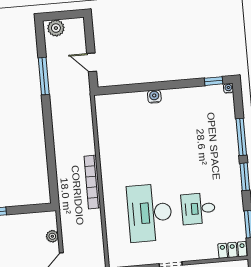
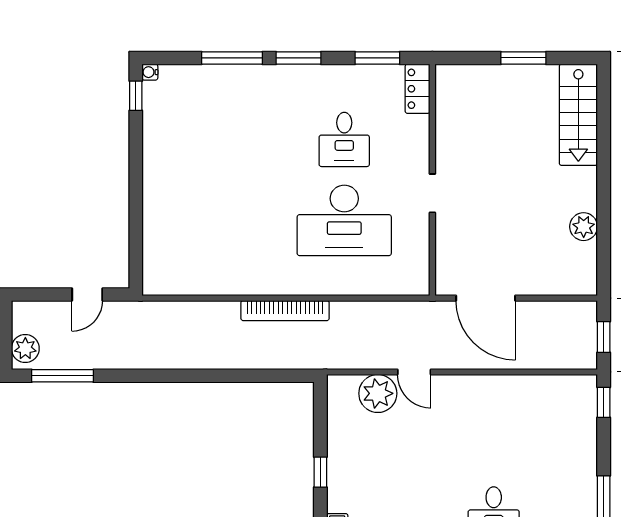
window: (44, 76) -> (62, 376), moved
water cooler: (154, 96) -> (153, 196), removed
plant: (52, 236) -> (378, 393), width x1.87, depth x1.87

